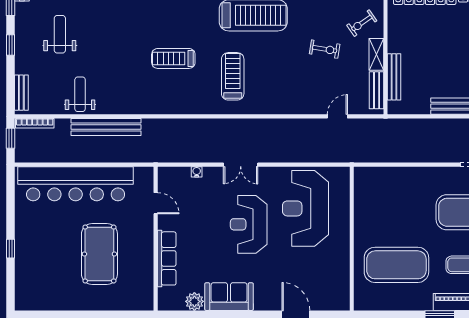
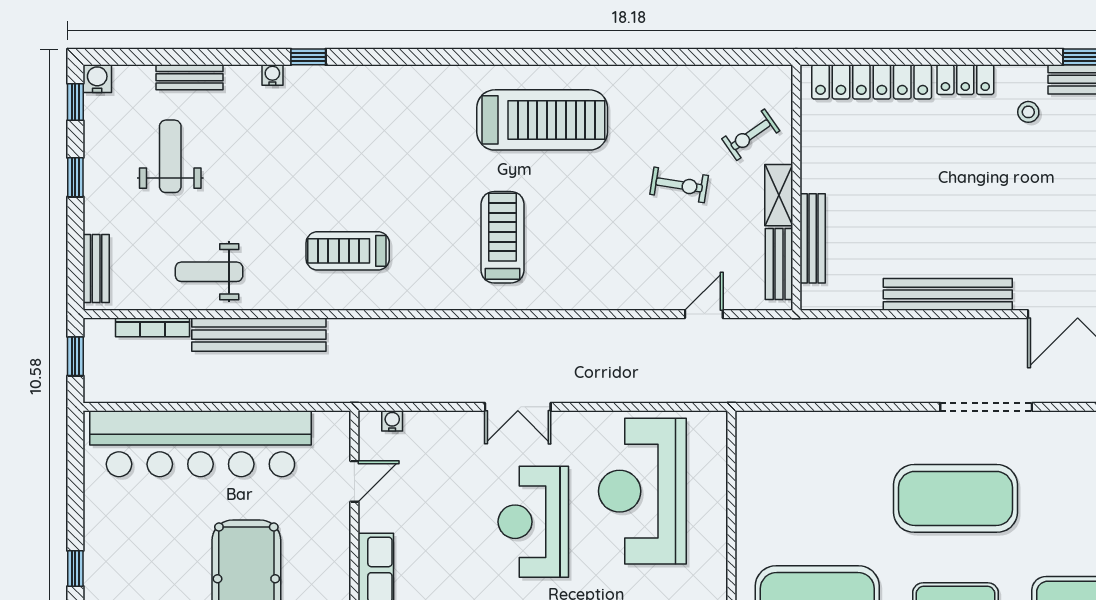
treadmill: (173, 58) -> (348, 251), moved
weight bench: (80, 94) -> (209, 272), turned -90
bookcase: (35, 123) -> (152, 327), moved
water cooler: (197, 172) -> (392, 421), moved
door: (156, 203) -> (354, 481), hinge flipped

